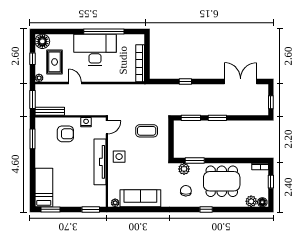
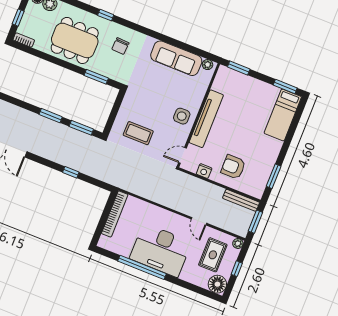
plant: (184, 169) -> (113, 72), removed

